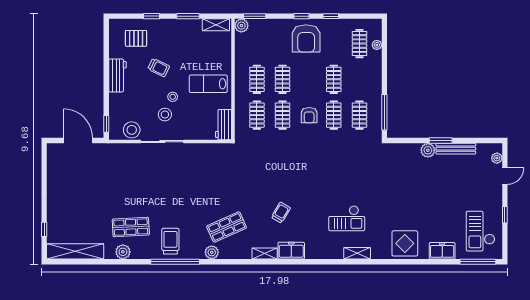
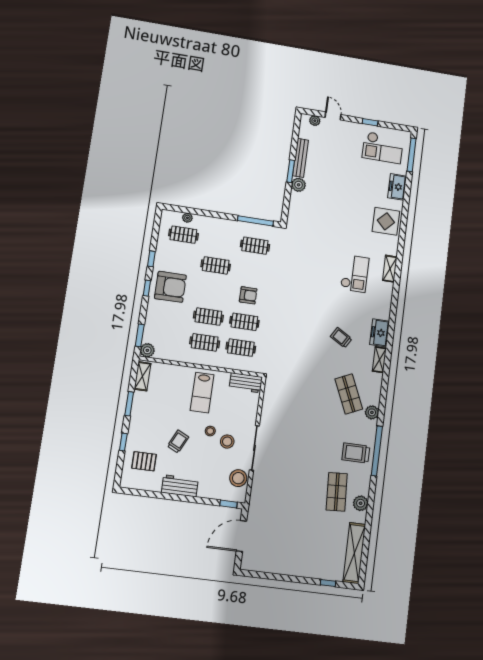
pallet: (136, 38) -> (144, 461), turned 90
clothes rail: (334, 115) -> (251, 271), removed

